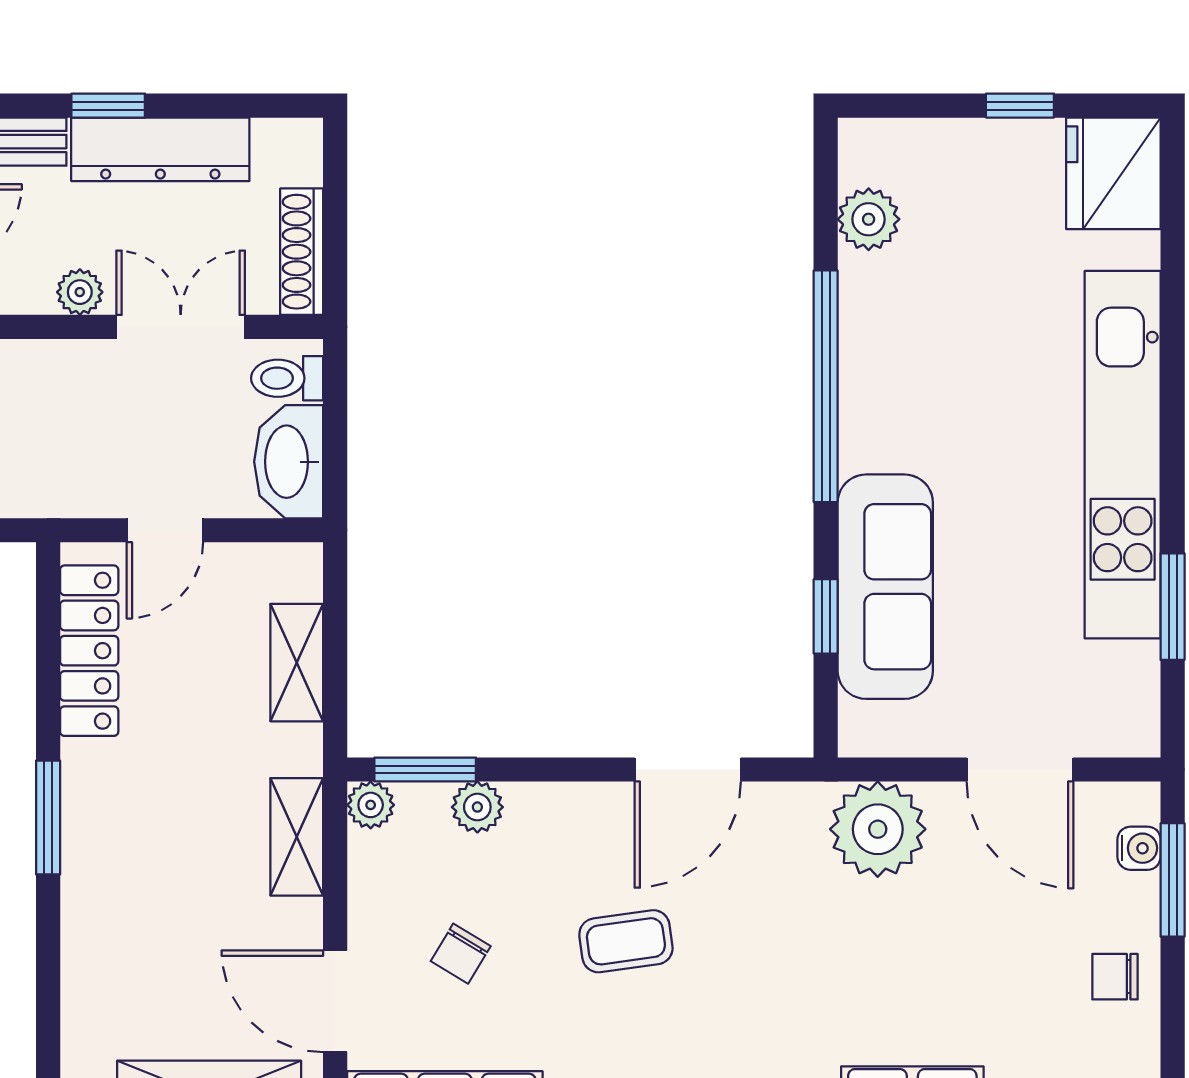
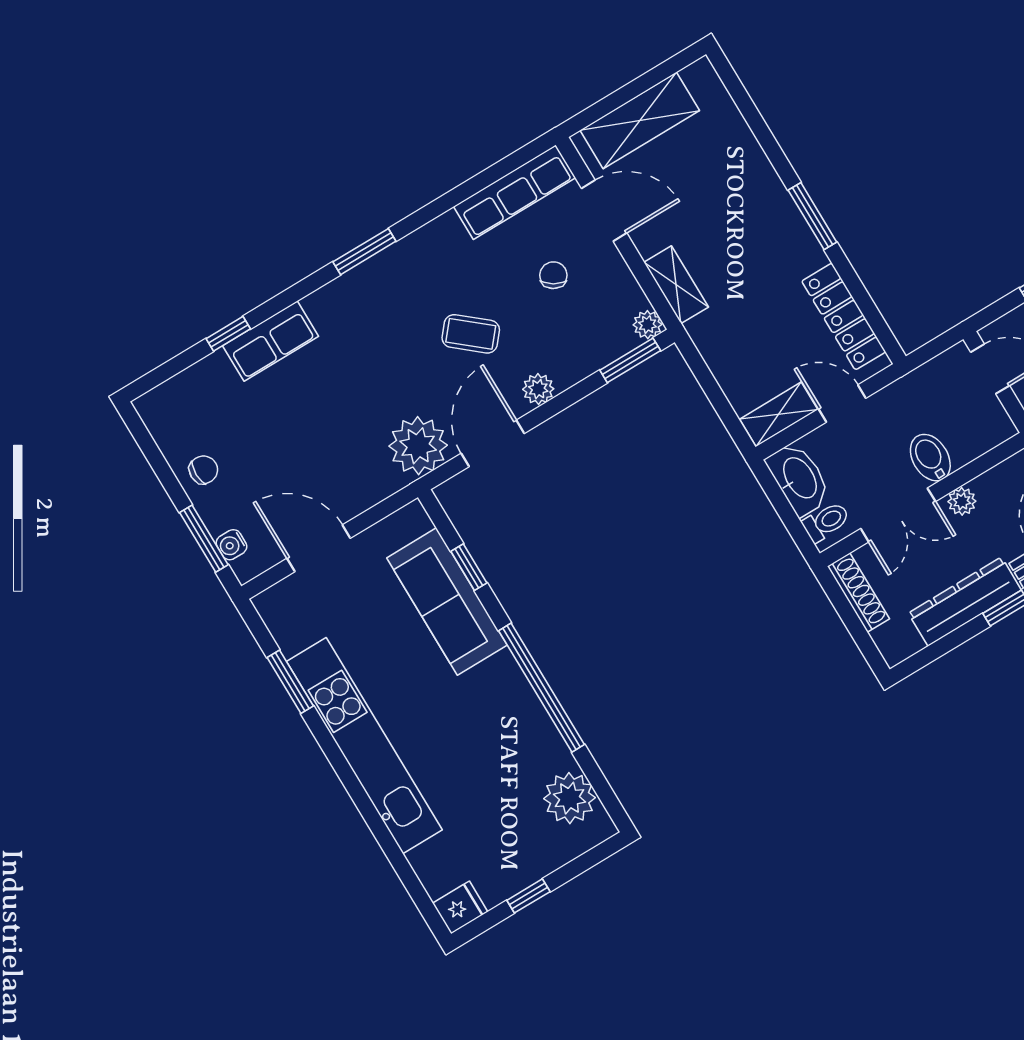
fridge: (1113, 173) -> (460, 907), width x0.53, depth x0.75
plant: (869, 219) -> (569, 798), width x1.36, depth x1.36
bidet: (87, 380) -> (930, 458), added
door: (165, 530) -> (842, 403), hinge flipped
shelving: (297, 663) -> (779, 414), moved, turned 90
plant: (477, 807) -> (538, 389), moved
plant: (878, 829) -> (418, 446), moved
coffee table: (626, 941) -> (471, 334), turned 48

